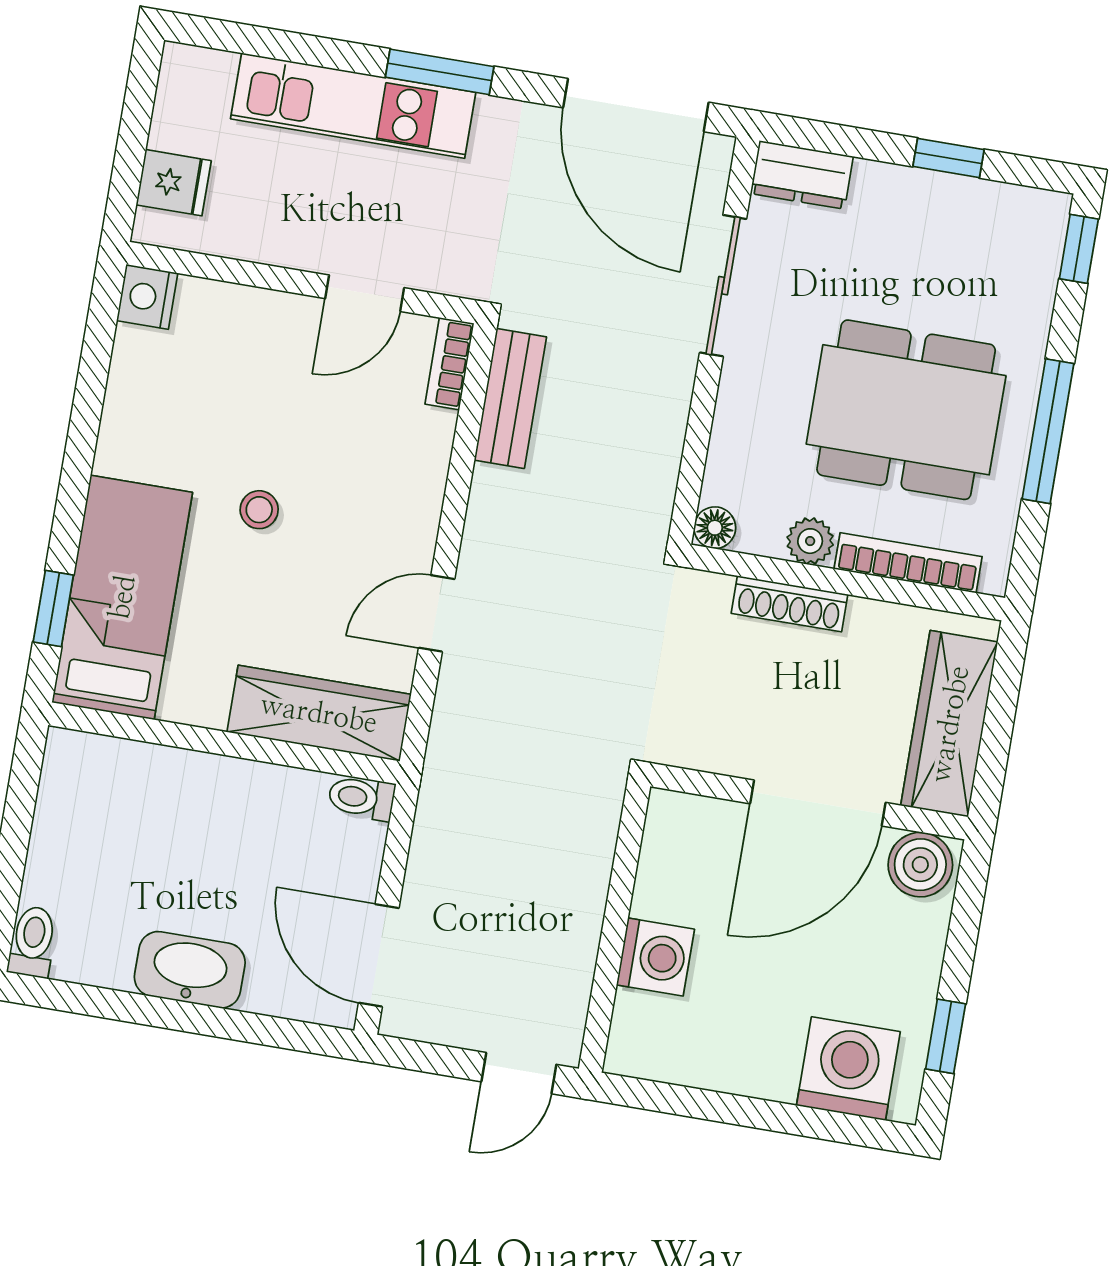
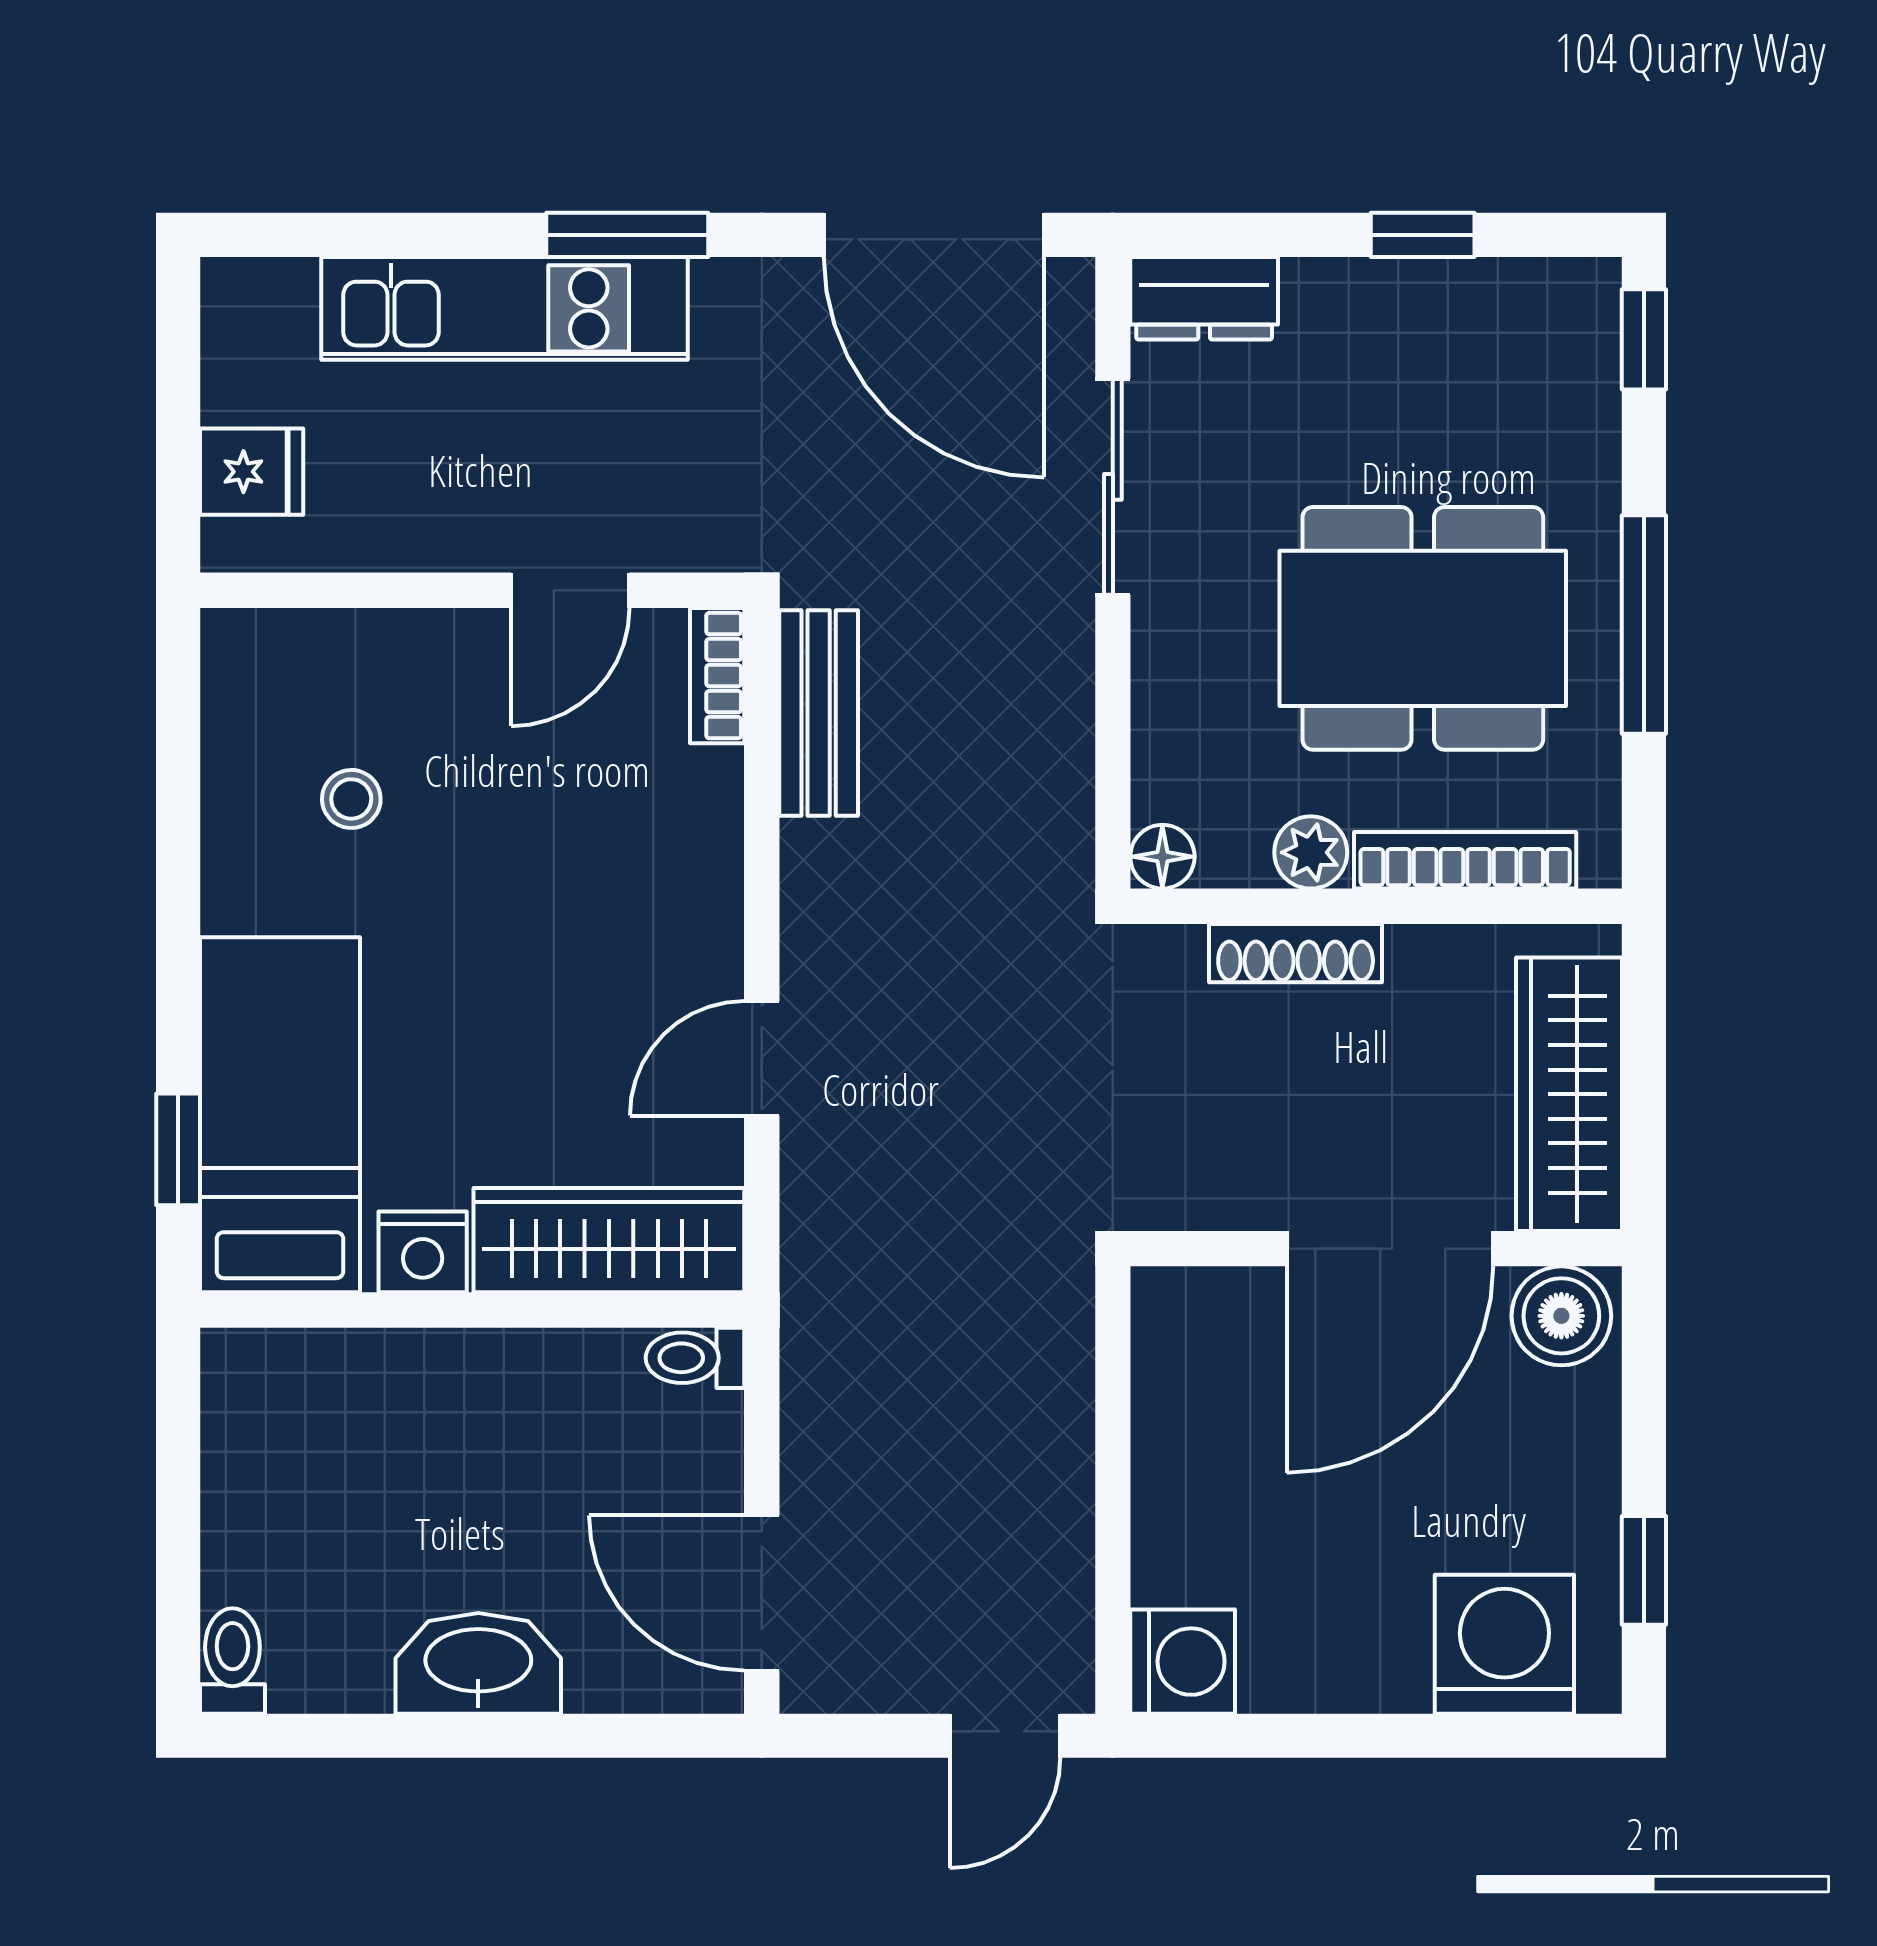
nightstand: (147, 297) -> (423, 1252), moved, turned -90
stool: (259, 510) -> (351, 799), moved
washing machine: (655, 957) -> (1183, 1662), moved

